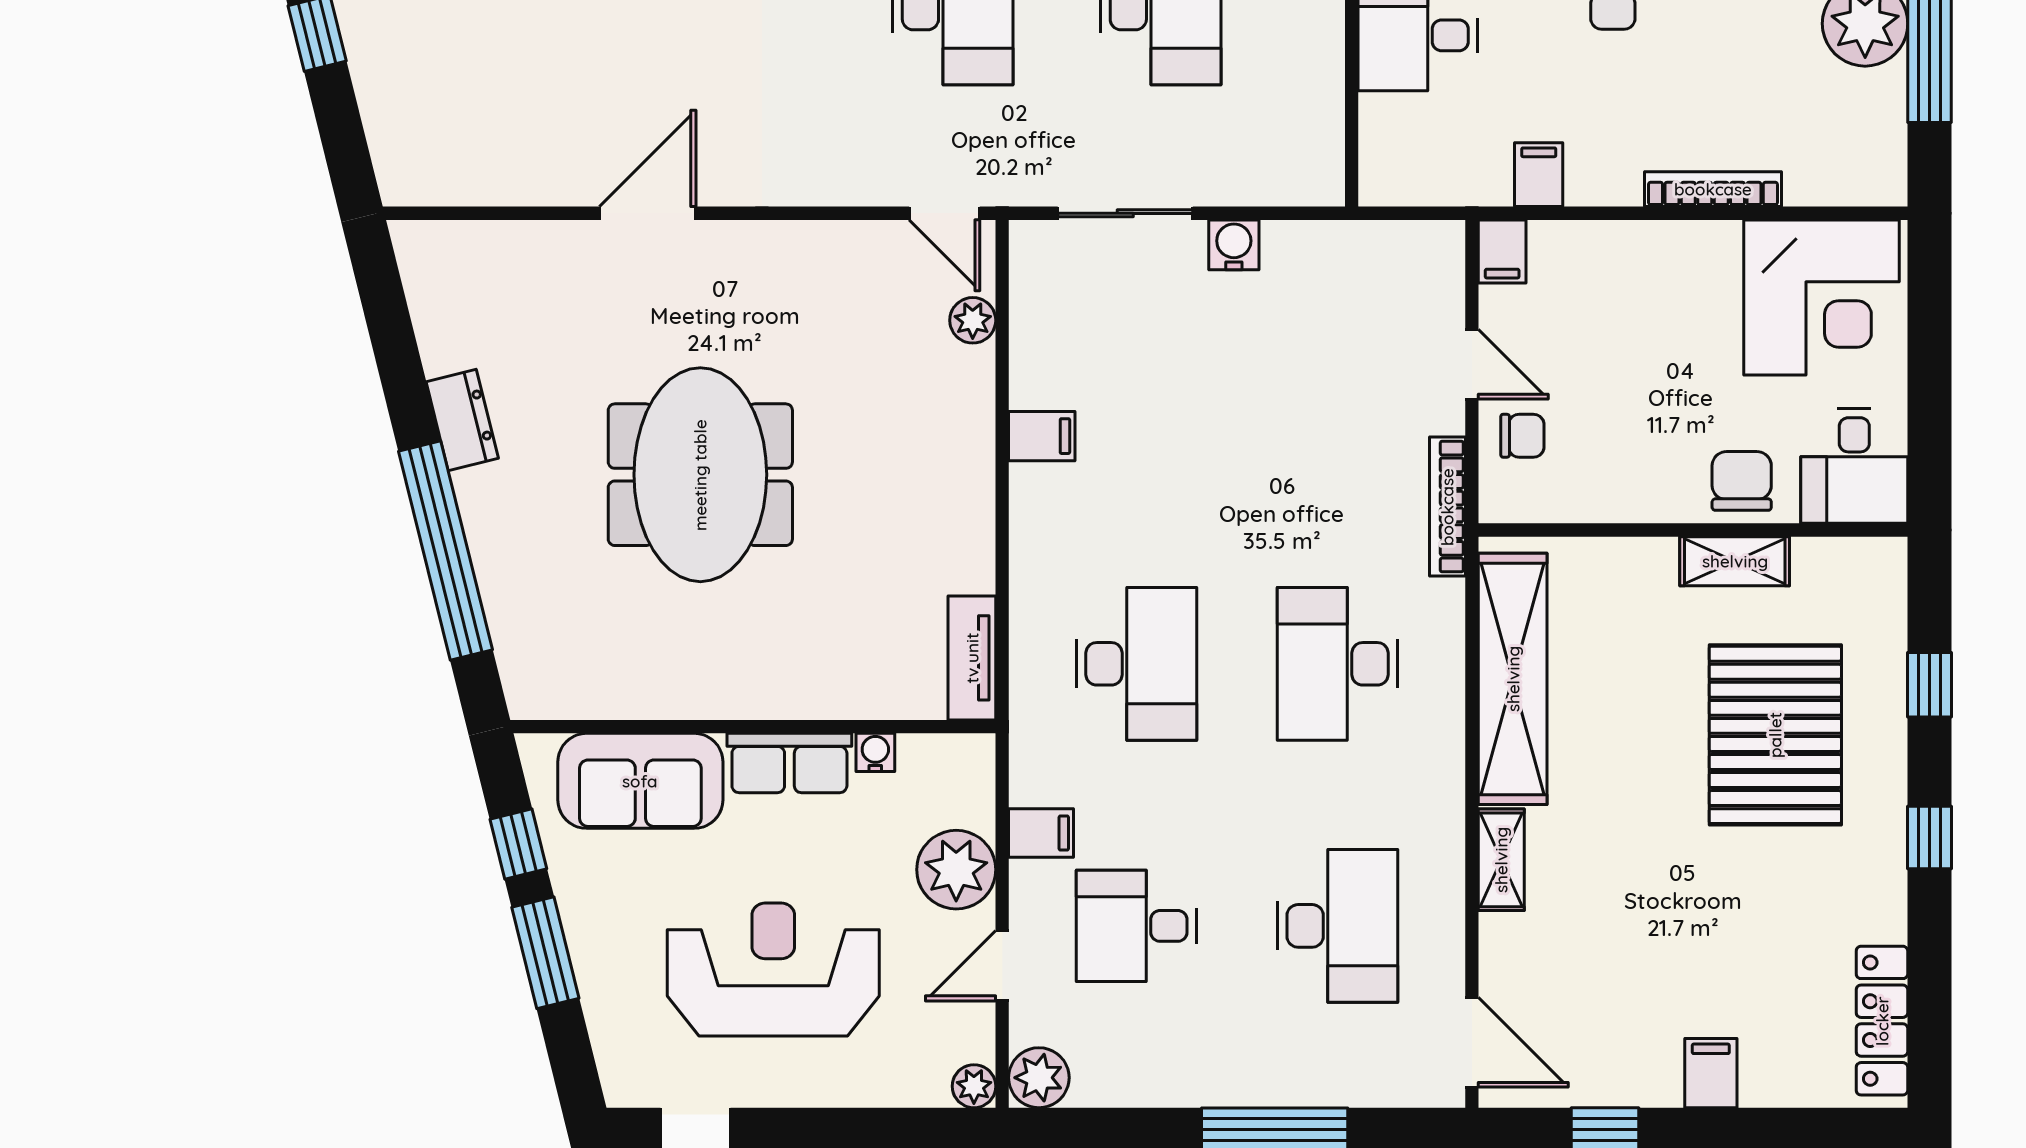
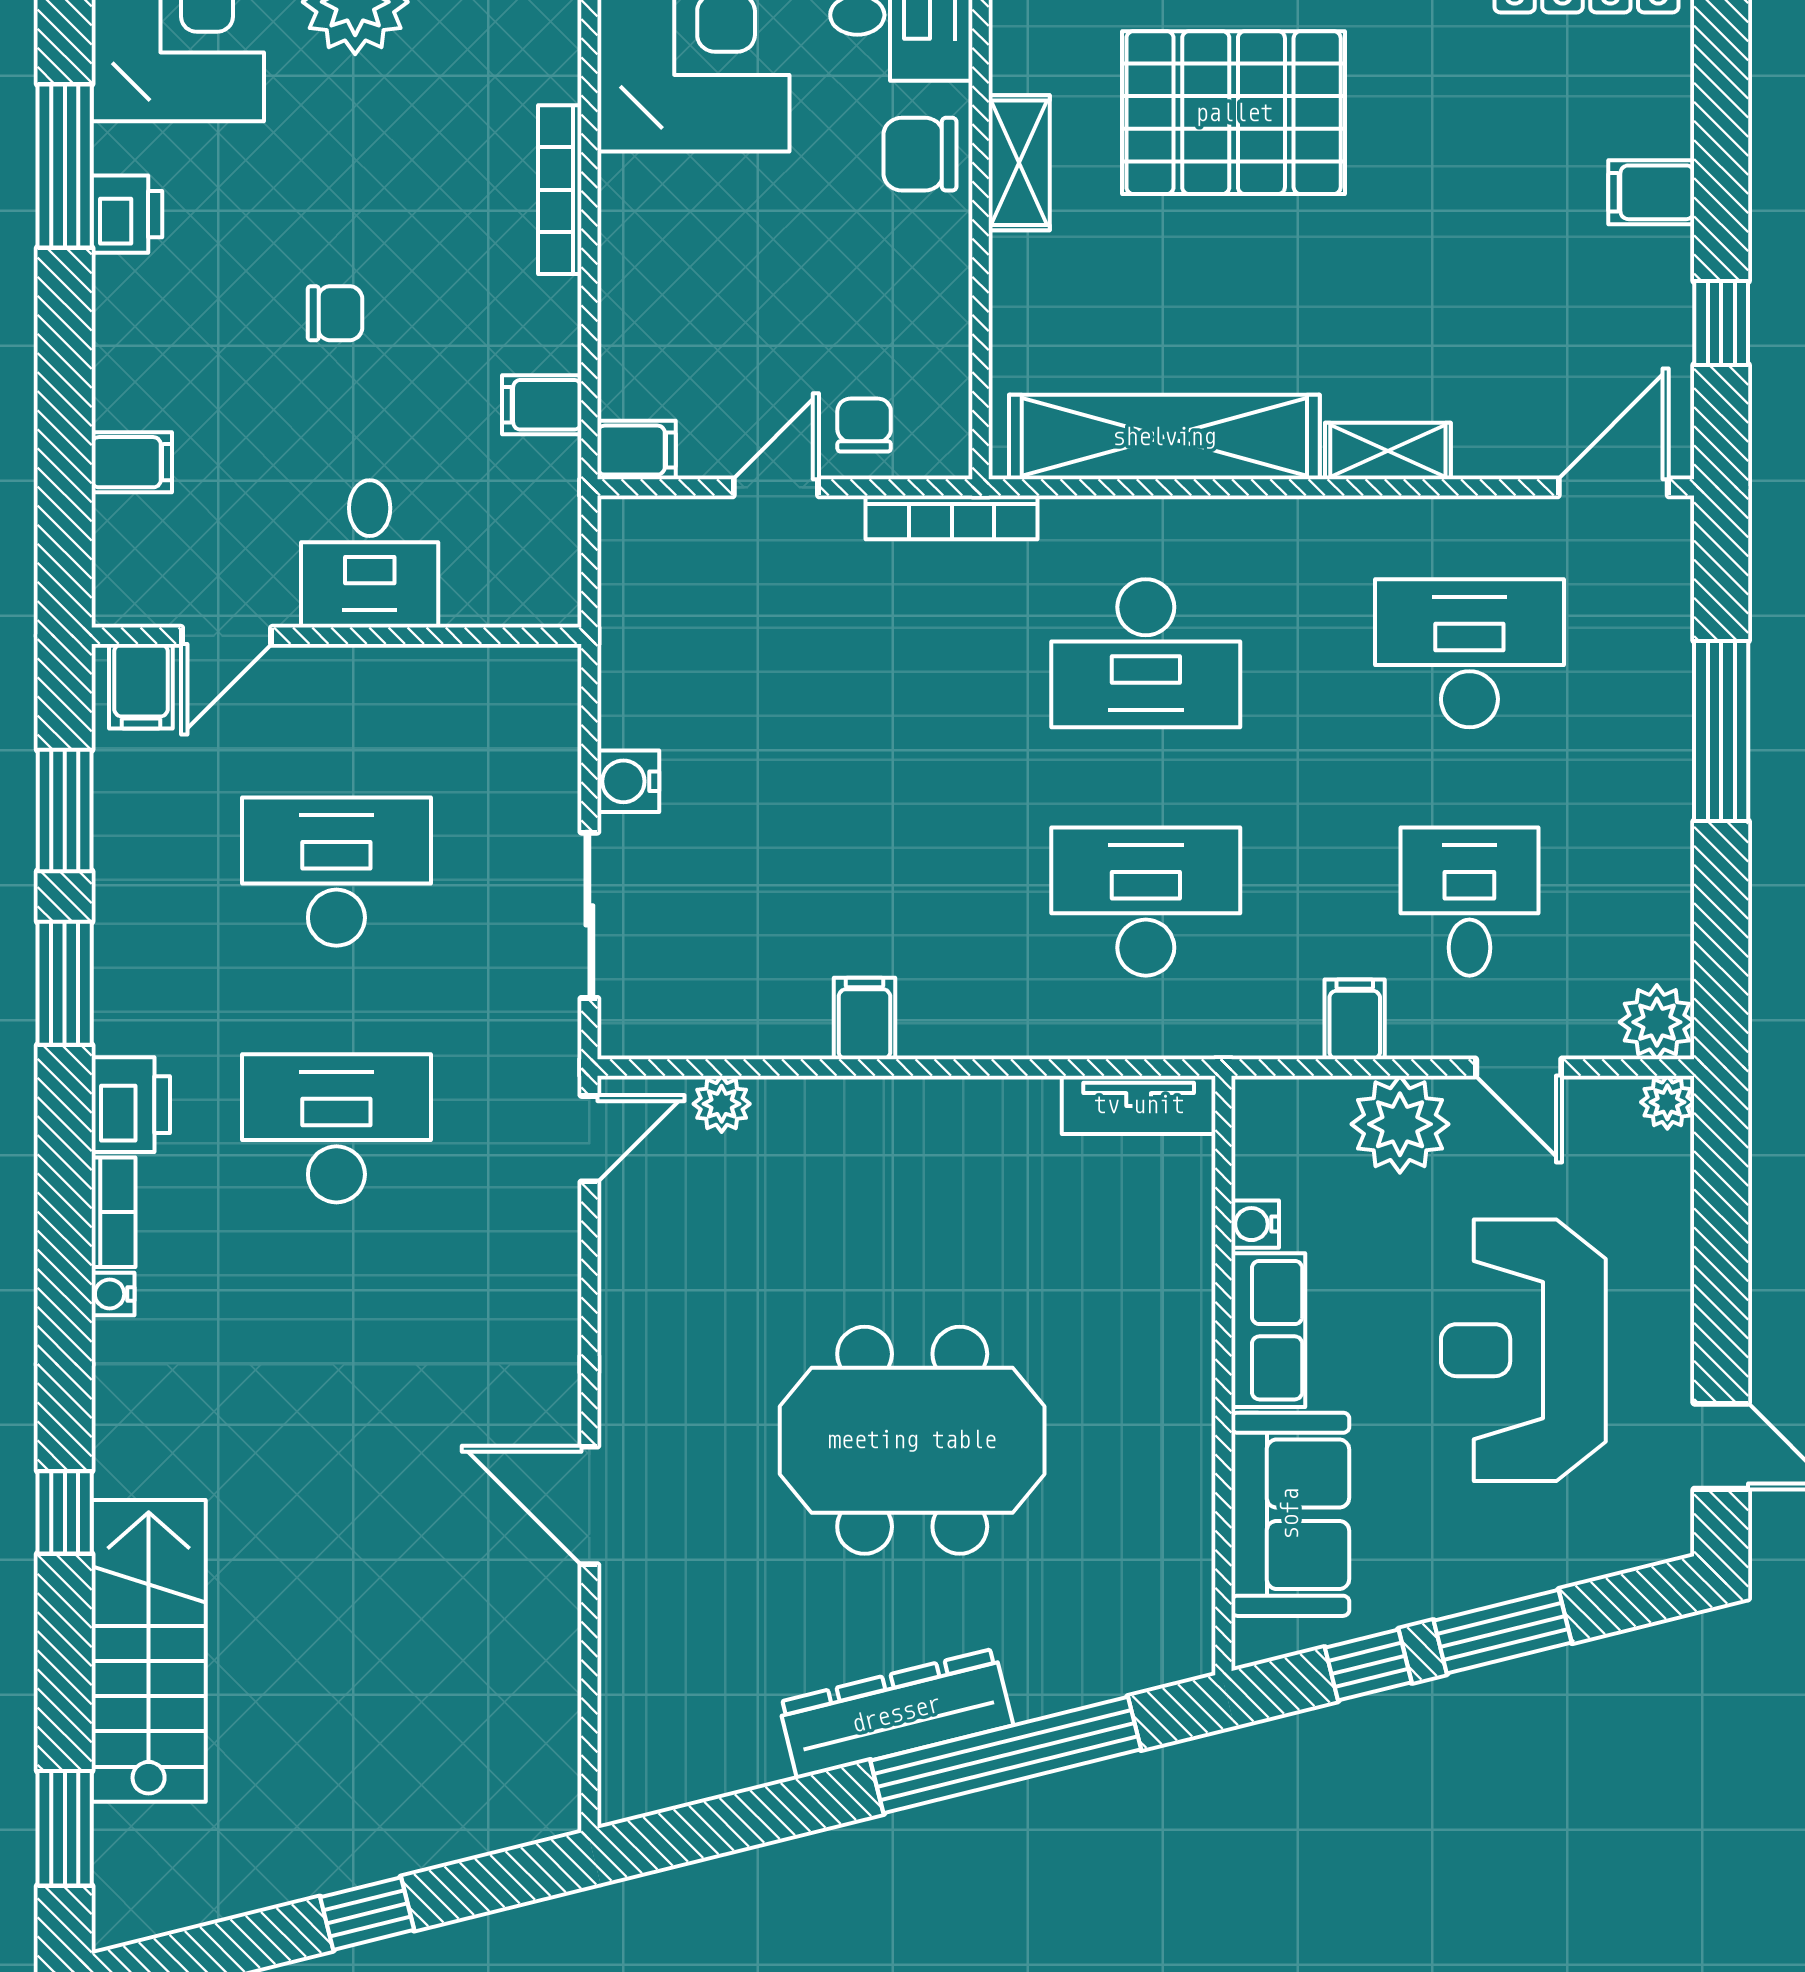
dresser: (462, 420) -> (896, 1714), width x1.96, depth x1.24
desk: (1136, 926) -> (1469, 902), turned 180

